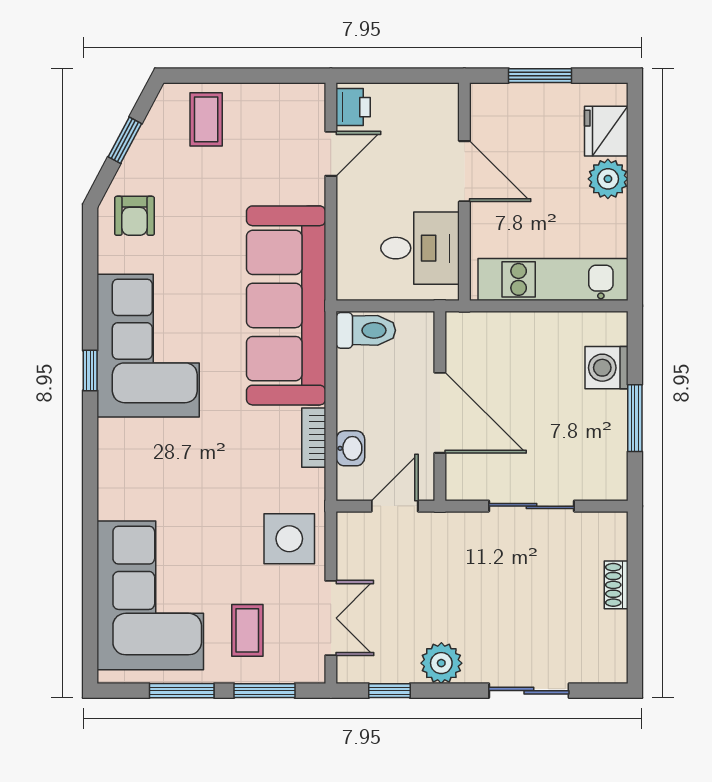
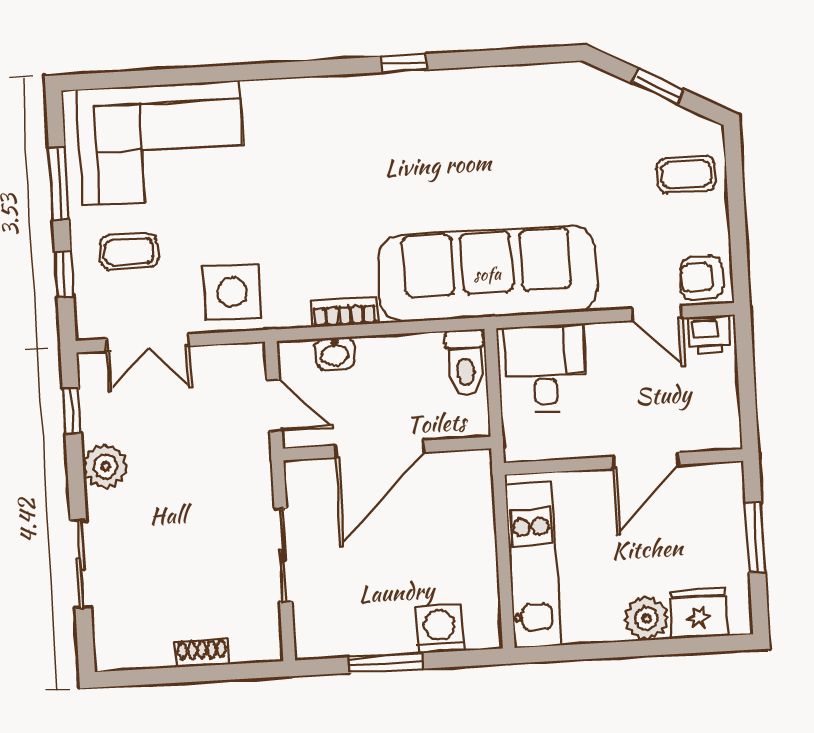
armchair: (134, 216) -> (702, 278), moved
desk: (420, 248) -> (545, 368), moved, turned 180
corner sofa: (148, 346) -> (435, 125), removed
window: (264, 691) -> (64, 274), width x0.67

